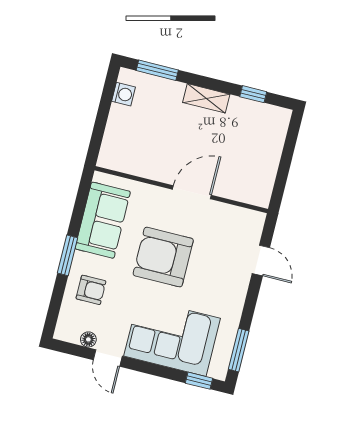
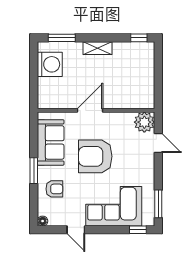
washing machine: (124, 94) -> (50, 64), width x1.89, depth x1.89
window: (253, 94) -> (139, 38), moved
door: (192, 192) -> (90, 110), moved
plant: (248, 225) -> (144, 122), added
floor lamp: (88, 339) -> (43, 221), moved

